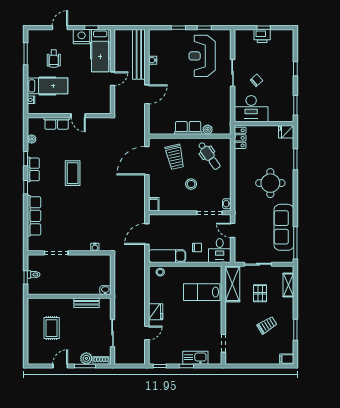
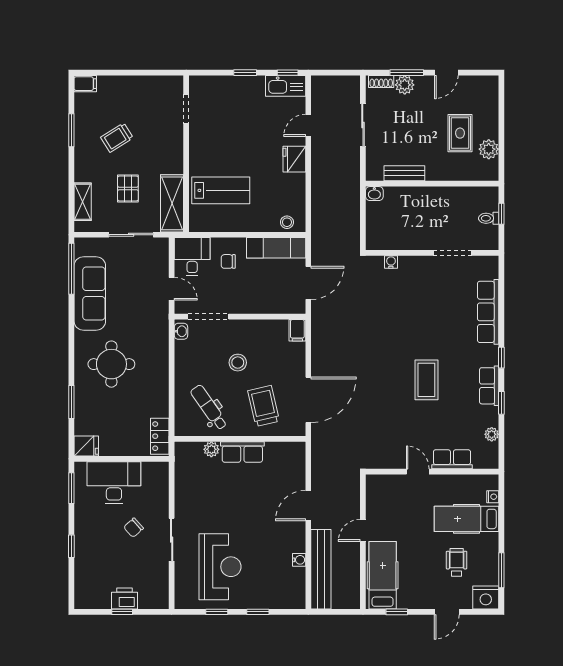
nightstand: (82, 37) -> (486, 598), moved
desk: (251, 109) -> (114, 483), moved
plant: (34, 318) -> (489, 149), added
kitchen sink: (195, 358) -> (286, 86), moved

